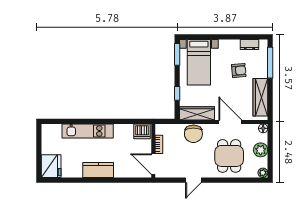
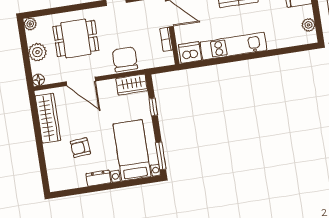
dresser: (249, 45) -> (98, 178), moved
window: (270, 63) -> (42, 164), removed
wardrobe: (197, 113) -> (132, 85), width x0.67
kitchen unit: (88, 131) -> (233, 46), moved
plant: (46, 138) -> (308, 25), added
dining table: (229, 156) -> (76, 38), turned 90

